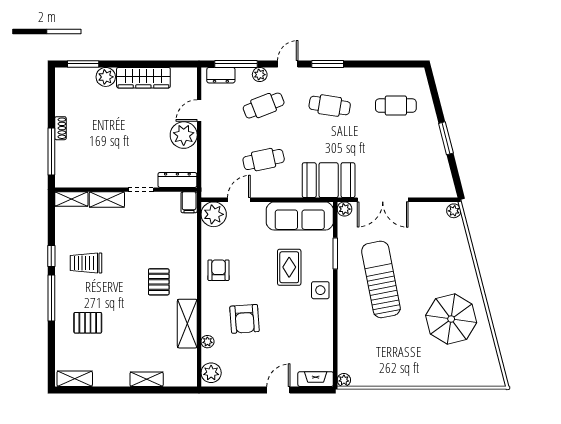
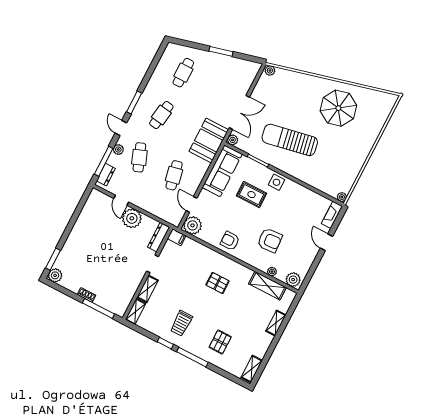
plant: (106, 77) -> (55, 275), moved
wardrobe: (143, 78) -> (82, 225), removed
shelving: (187, 324) -> (267, 286), moved

